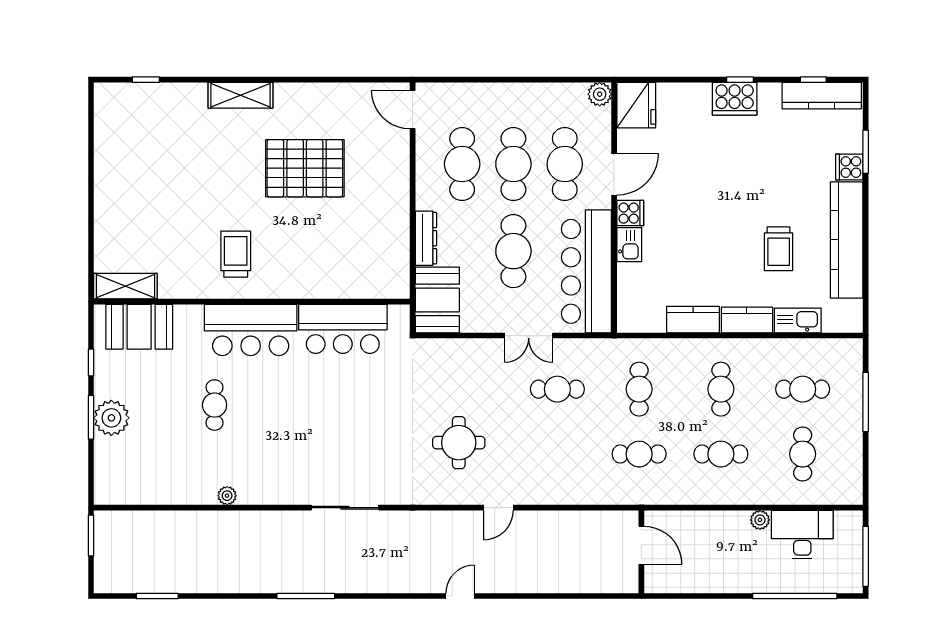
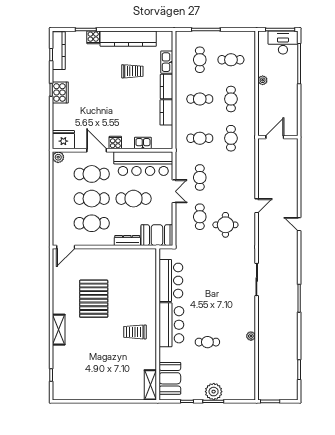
kitchen sink: (629, 245) -> (143, 143), moved
cafe table: (476, 389) -> (200, 217), added
door: (498, 508) -> (257, 206), hinge flipped
desk: (802, 535) -> (283, 42), moved, turned 90

